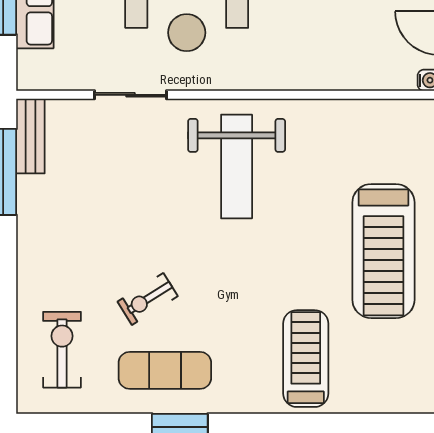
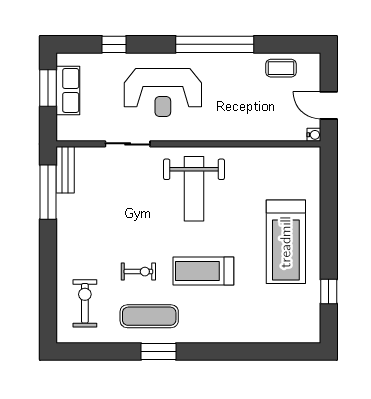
exercise bike: (148, 299) -> (138, 272), turned -148
treadmill: (306, 359) -> (203, 271), moved, turned -90

